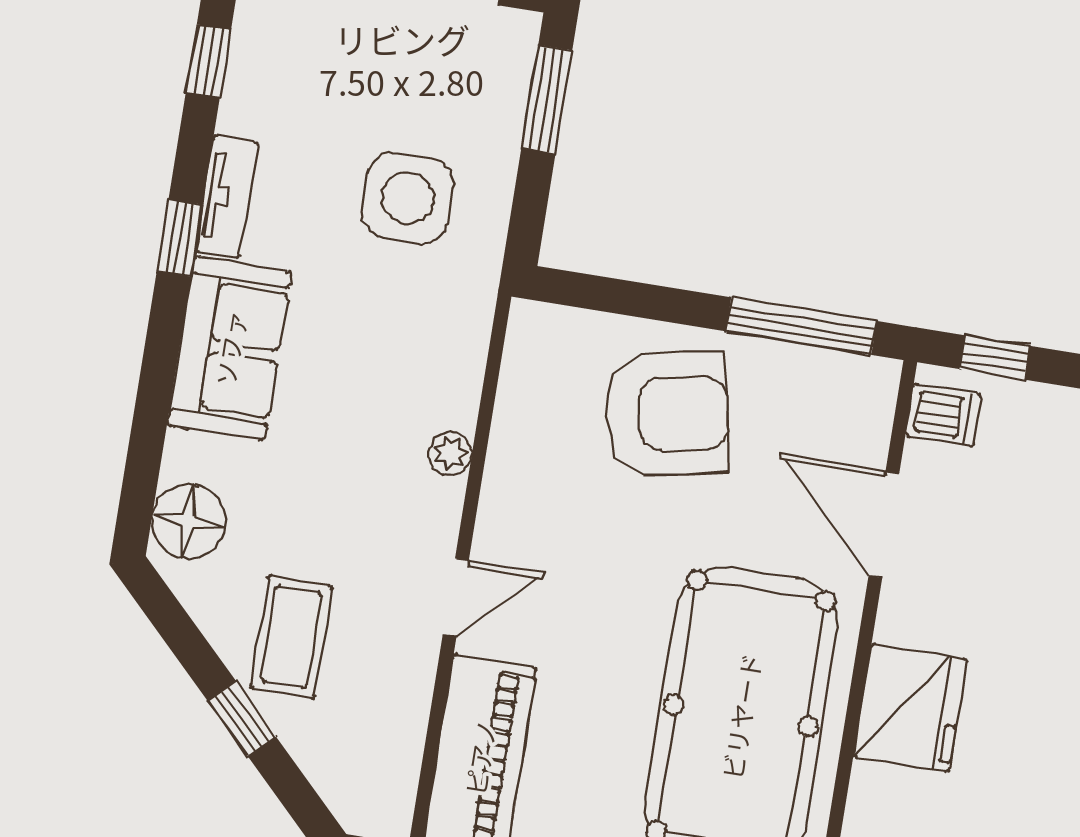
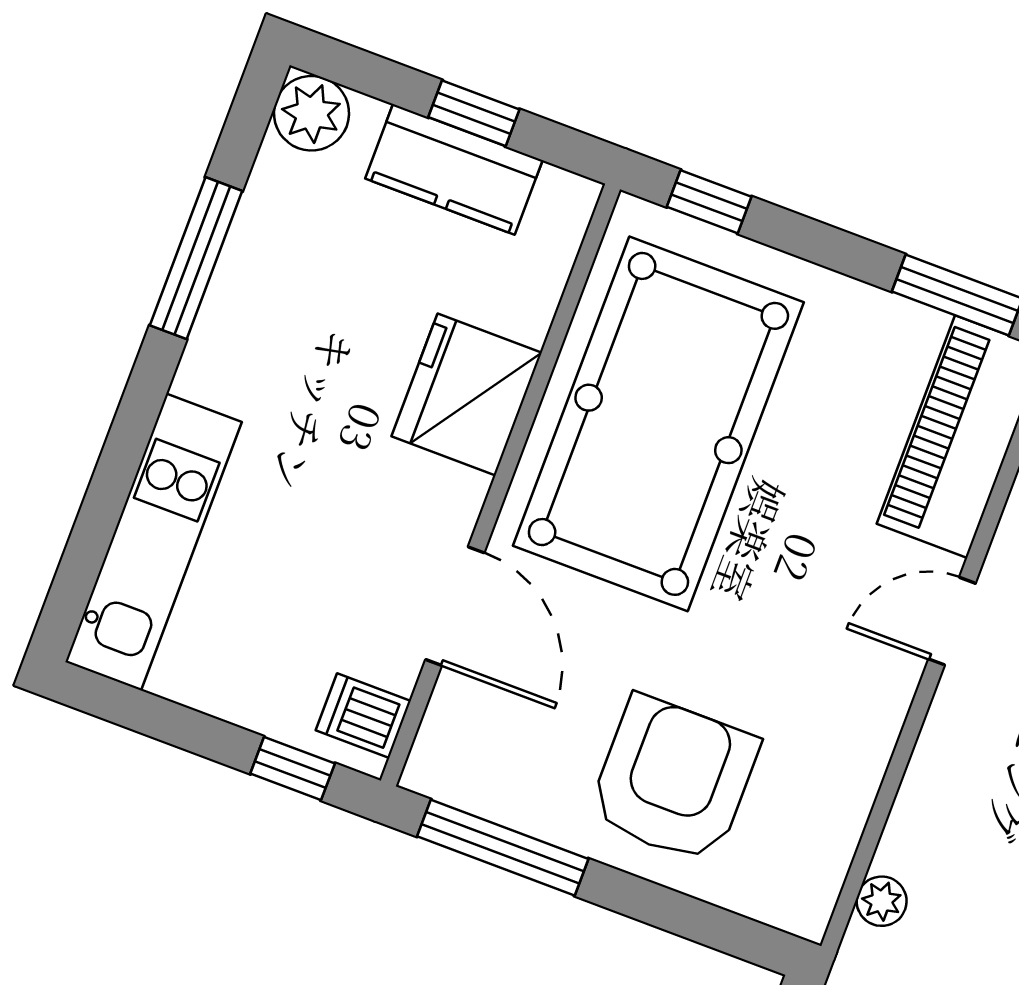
armchair: (667, 414) -> (674, 780), turned 101
plant: (450, 453) -> (882, 901), moved

